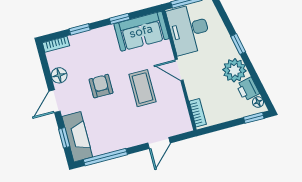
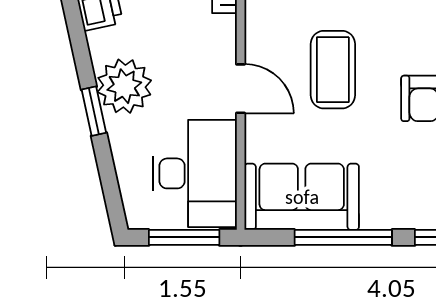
window: (120, 19) -> (343, 237), width x2.17
plant: (234, 70) -> (124, 86), moved

